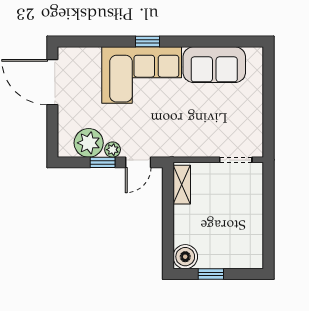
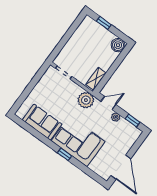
plant: (89, 143) -> (86, 100), moved
window: (103, 162) -> (133, 121), moved
window: (211, 274) -> (104, 23), moved

